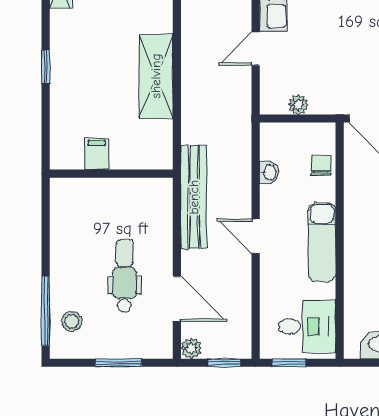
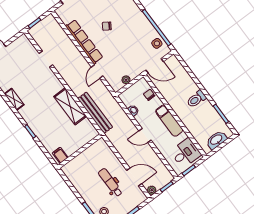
filing cabinet: (97, 154) -> (60, 155), moved
bench: (194, 197) -> (95, 113), moved

